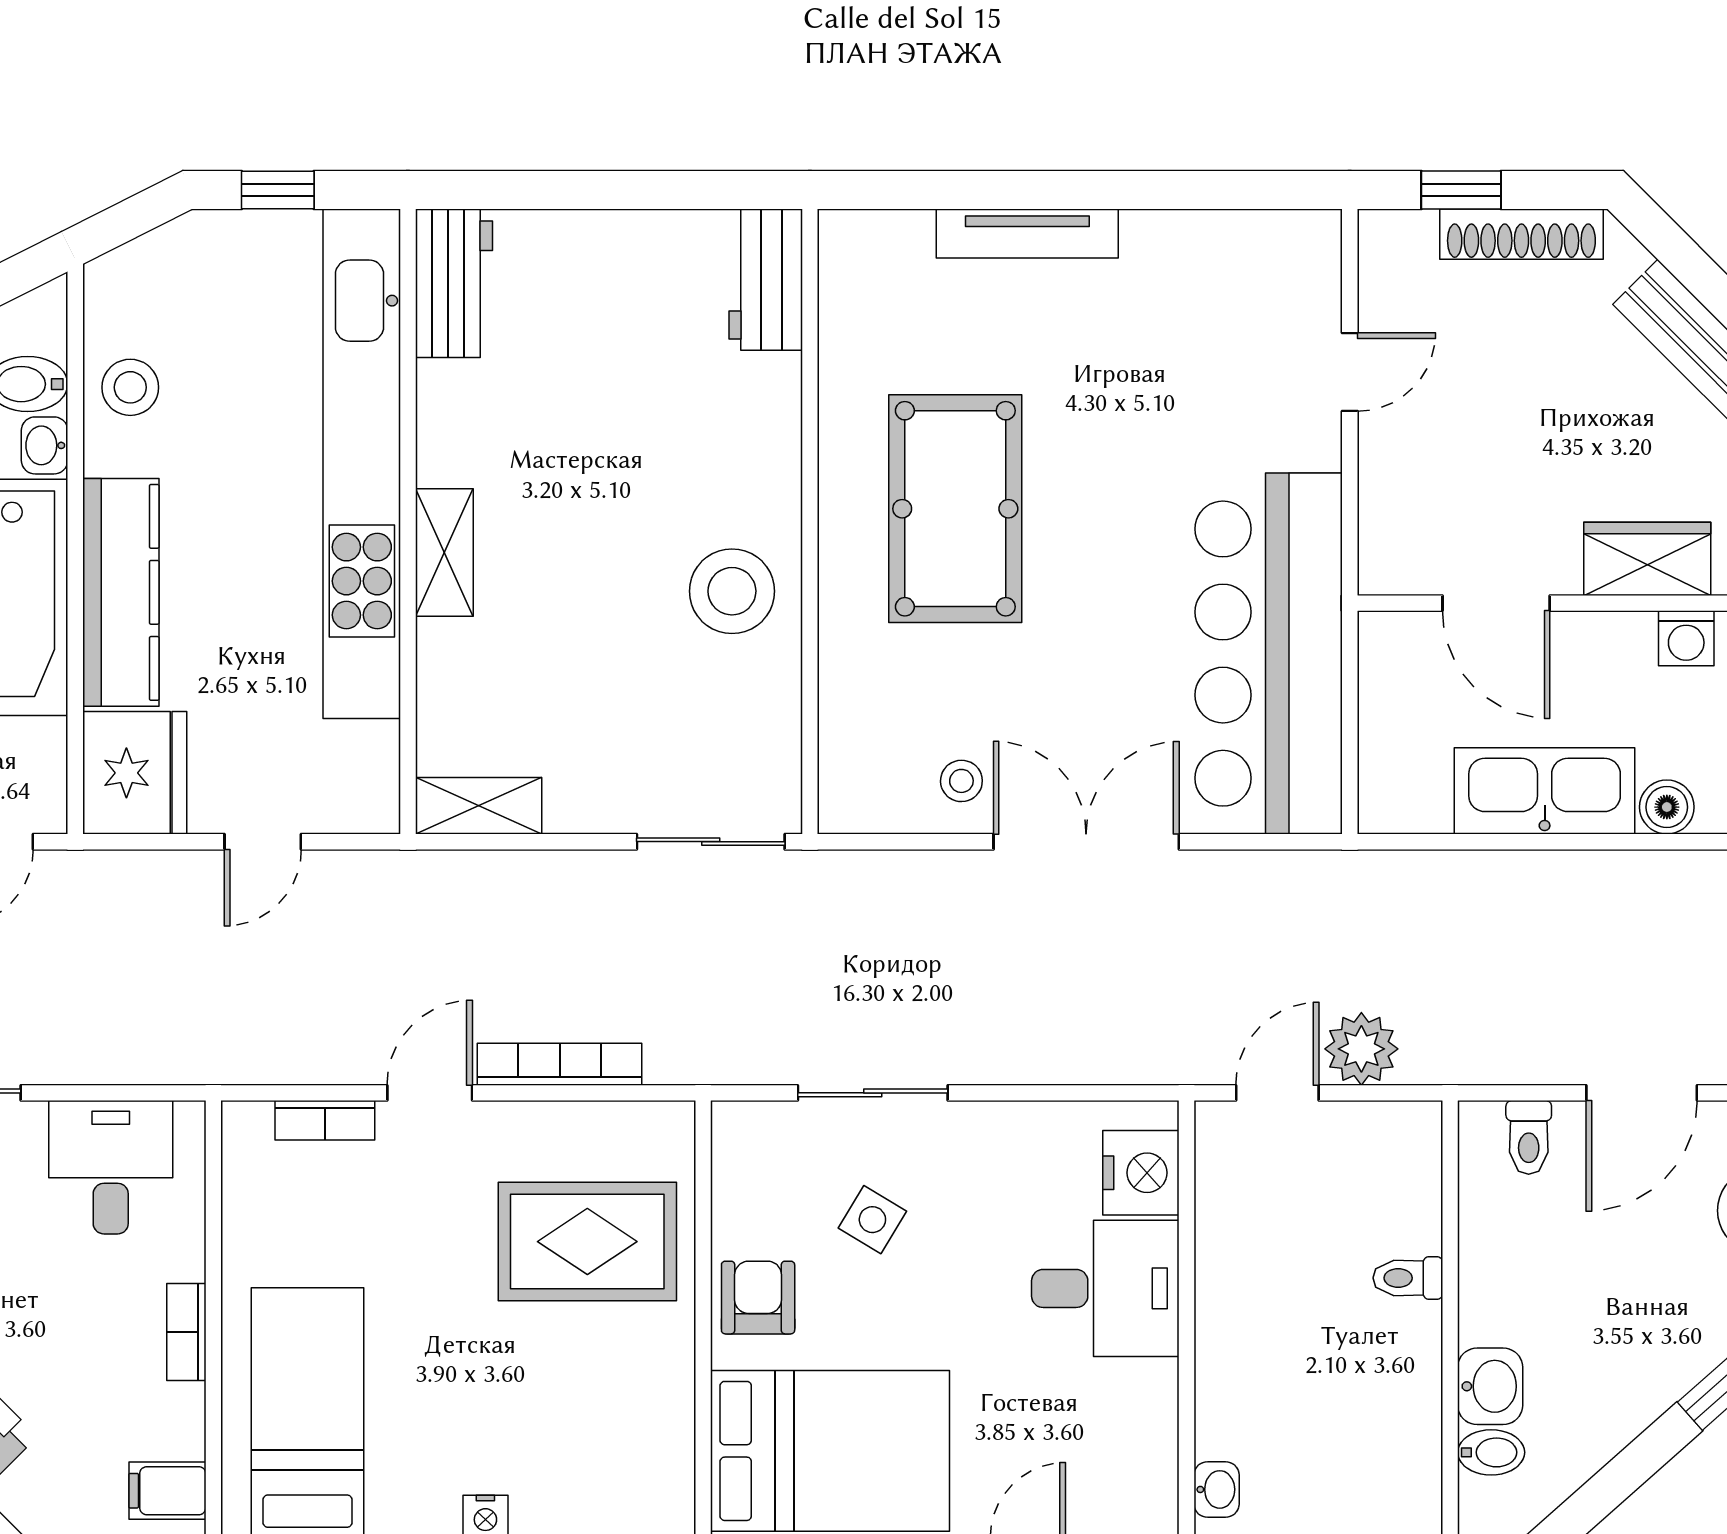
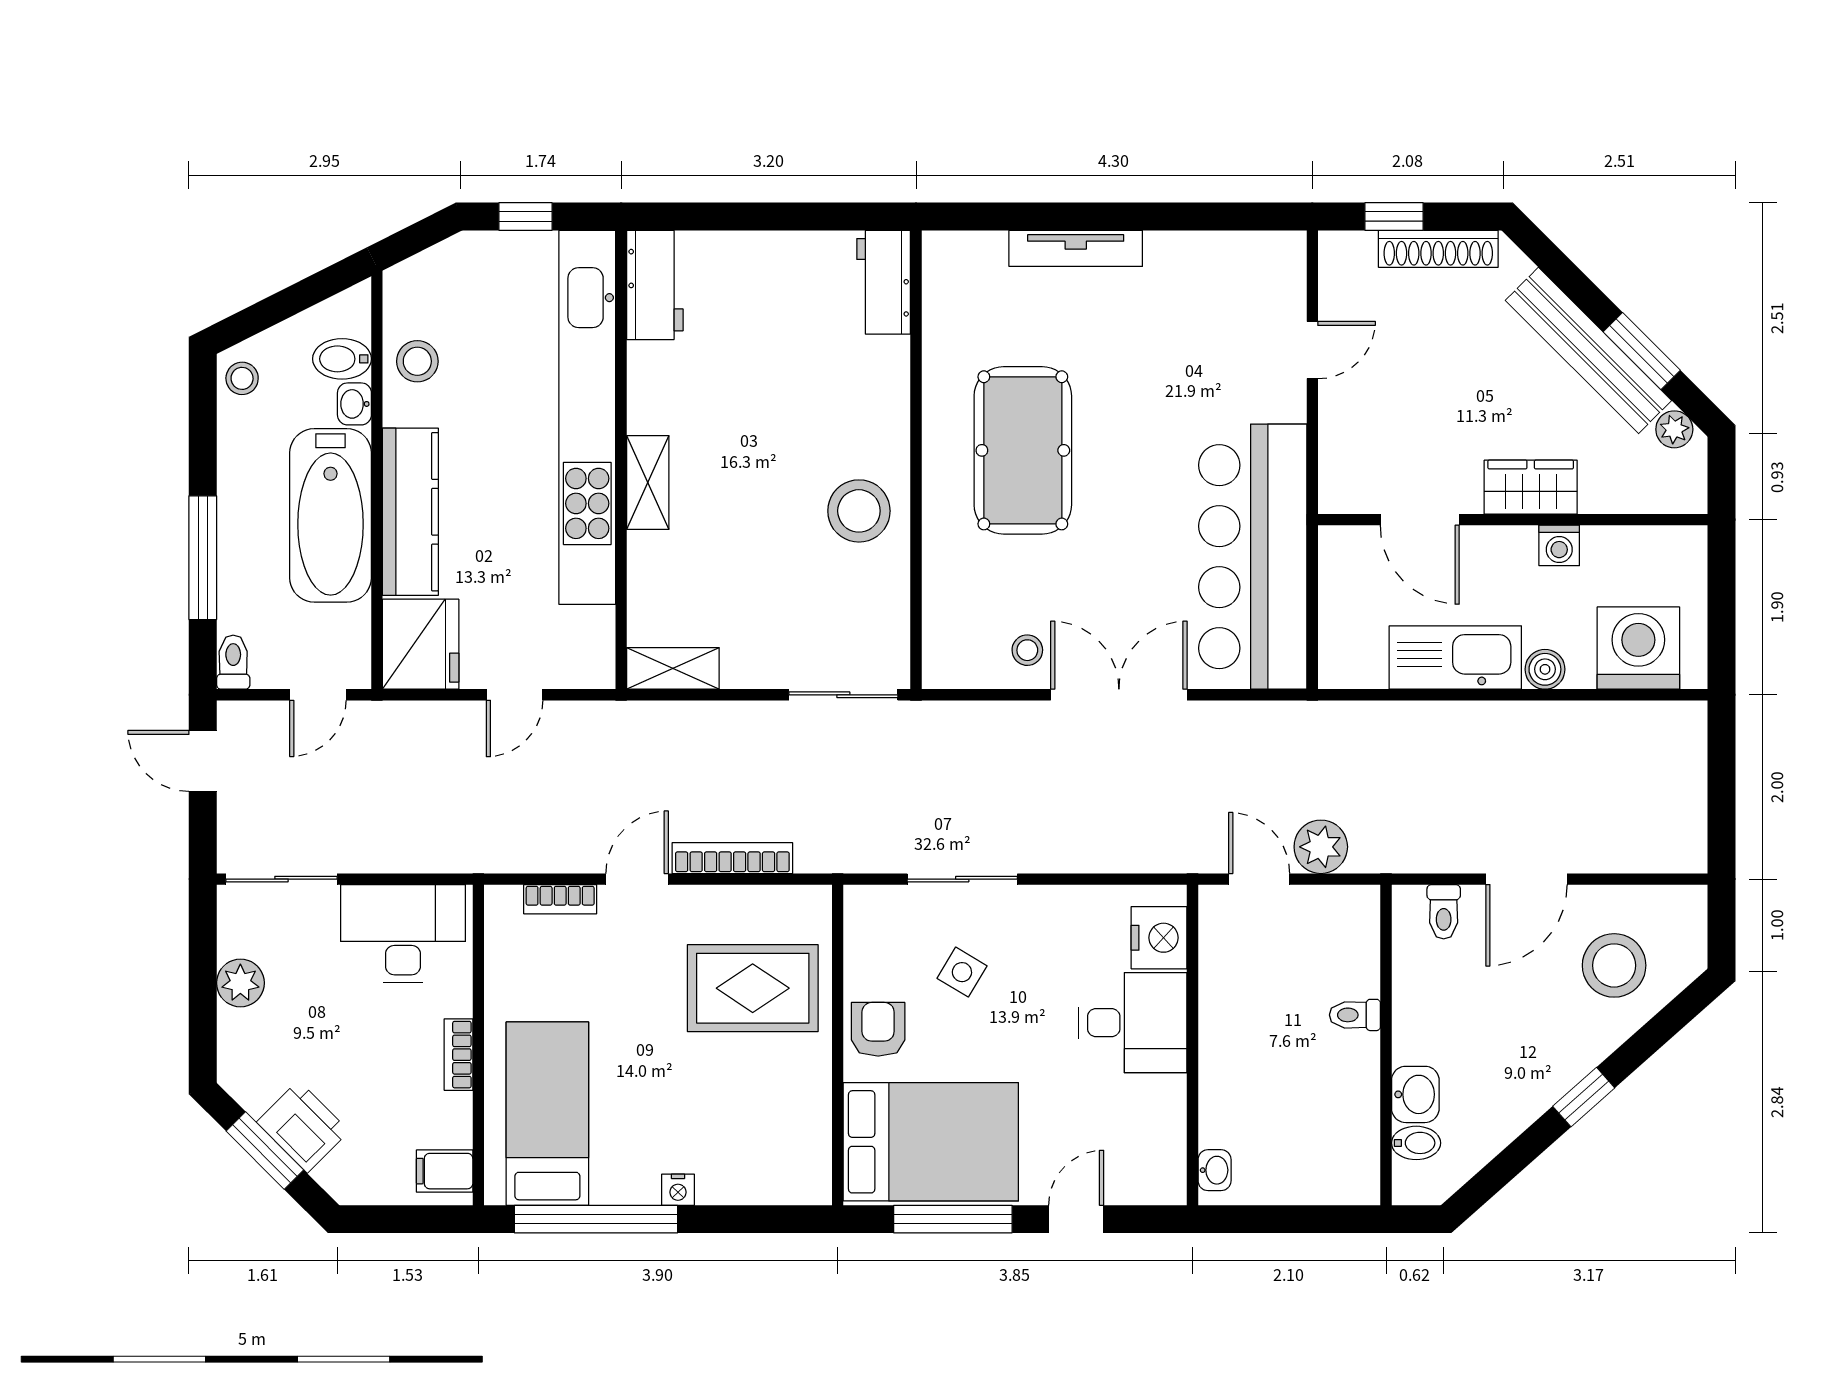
door: (1277, 1093) -> (1259, 879), hinge flipped
desk: (111, 1167) -> (403, 934), width x1.37

